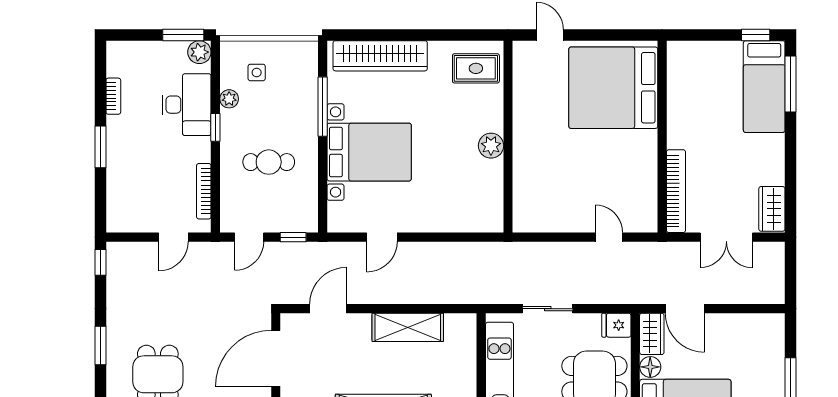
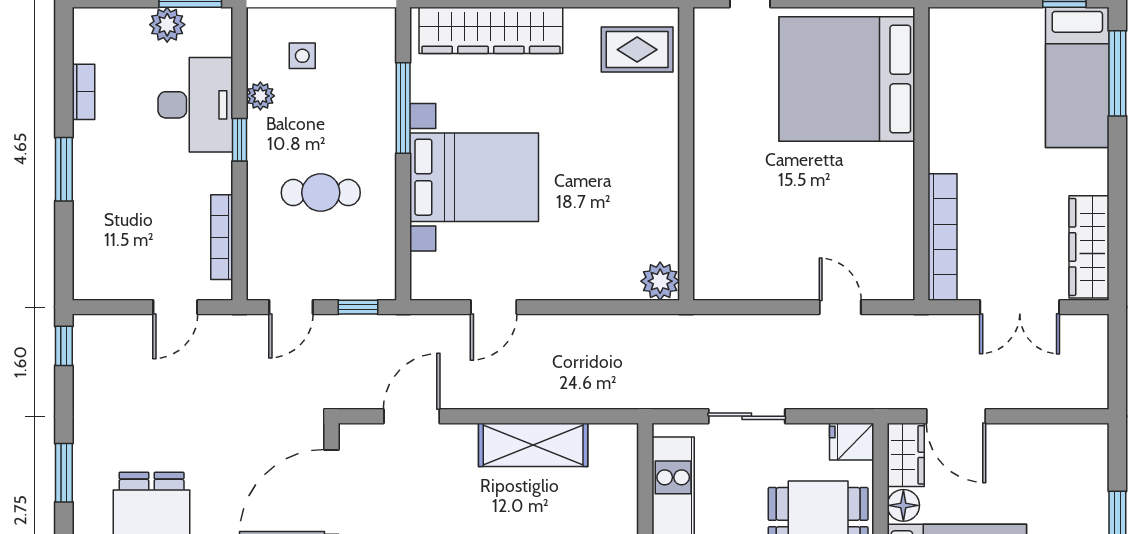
plant: (199, 52) -> (167, 25), moved
plant: (491, 146) -> (660, 281), moved
wardrobe: (772, 209) -> (1089, 247), width x1.50

